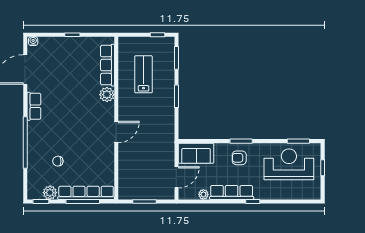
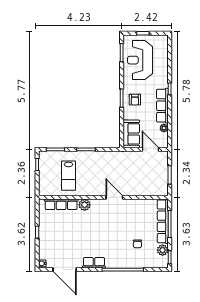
lab bench: (143, 74) -> (69, 176), turned -90

